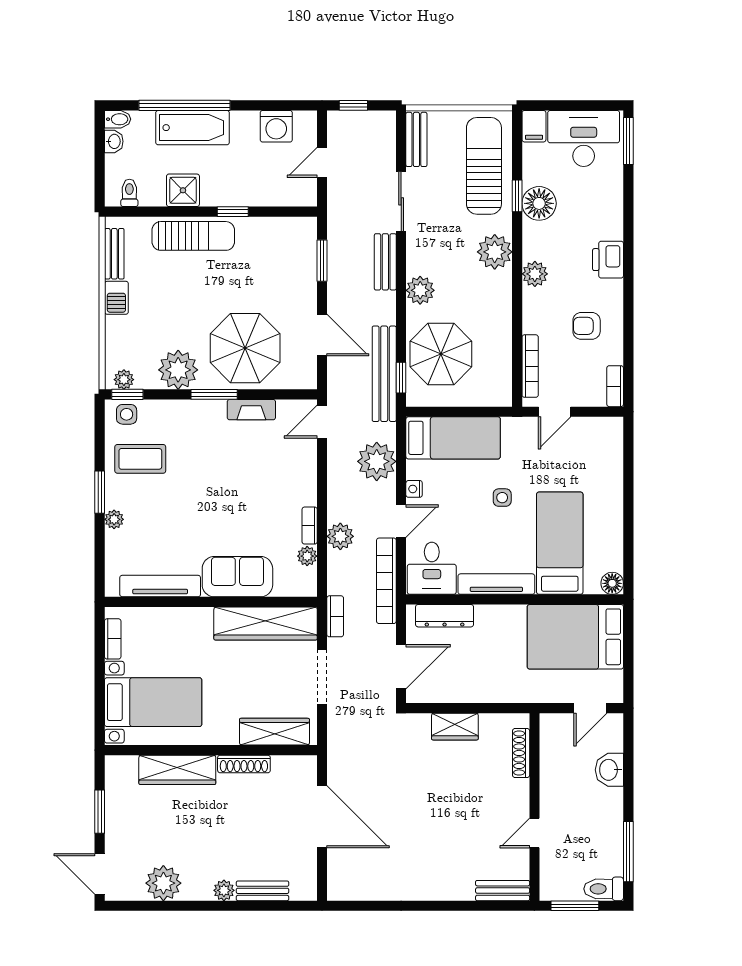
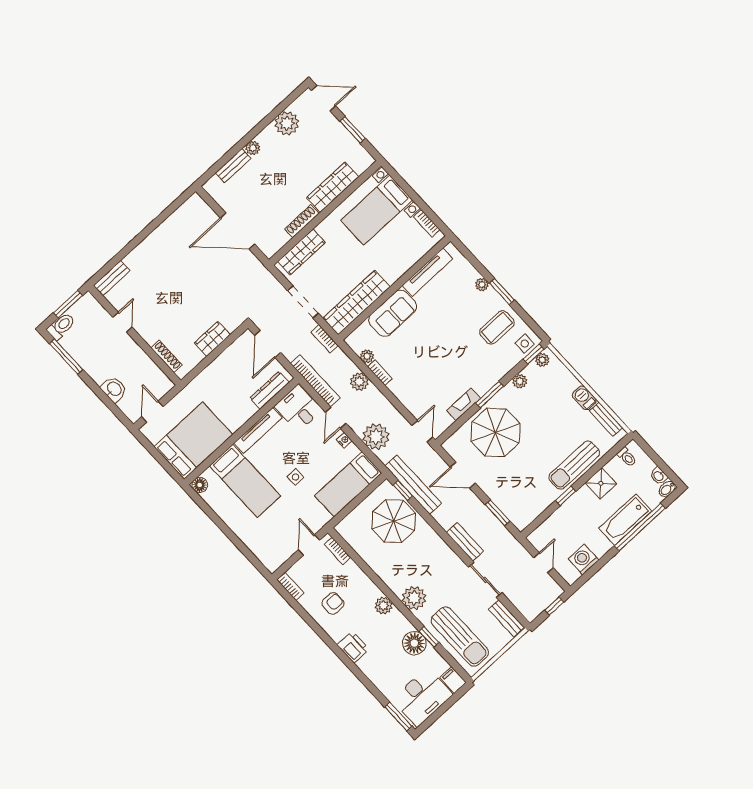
plant: (420, 290) -> (434, 544), removed
bookcase: (530, 366) -> (338, 551), width x0.64
plant: (178, 370) -> (520, 381), width x0.53, depth x0.53

